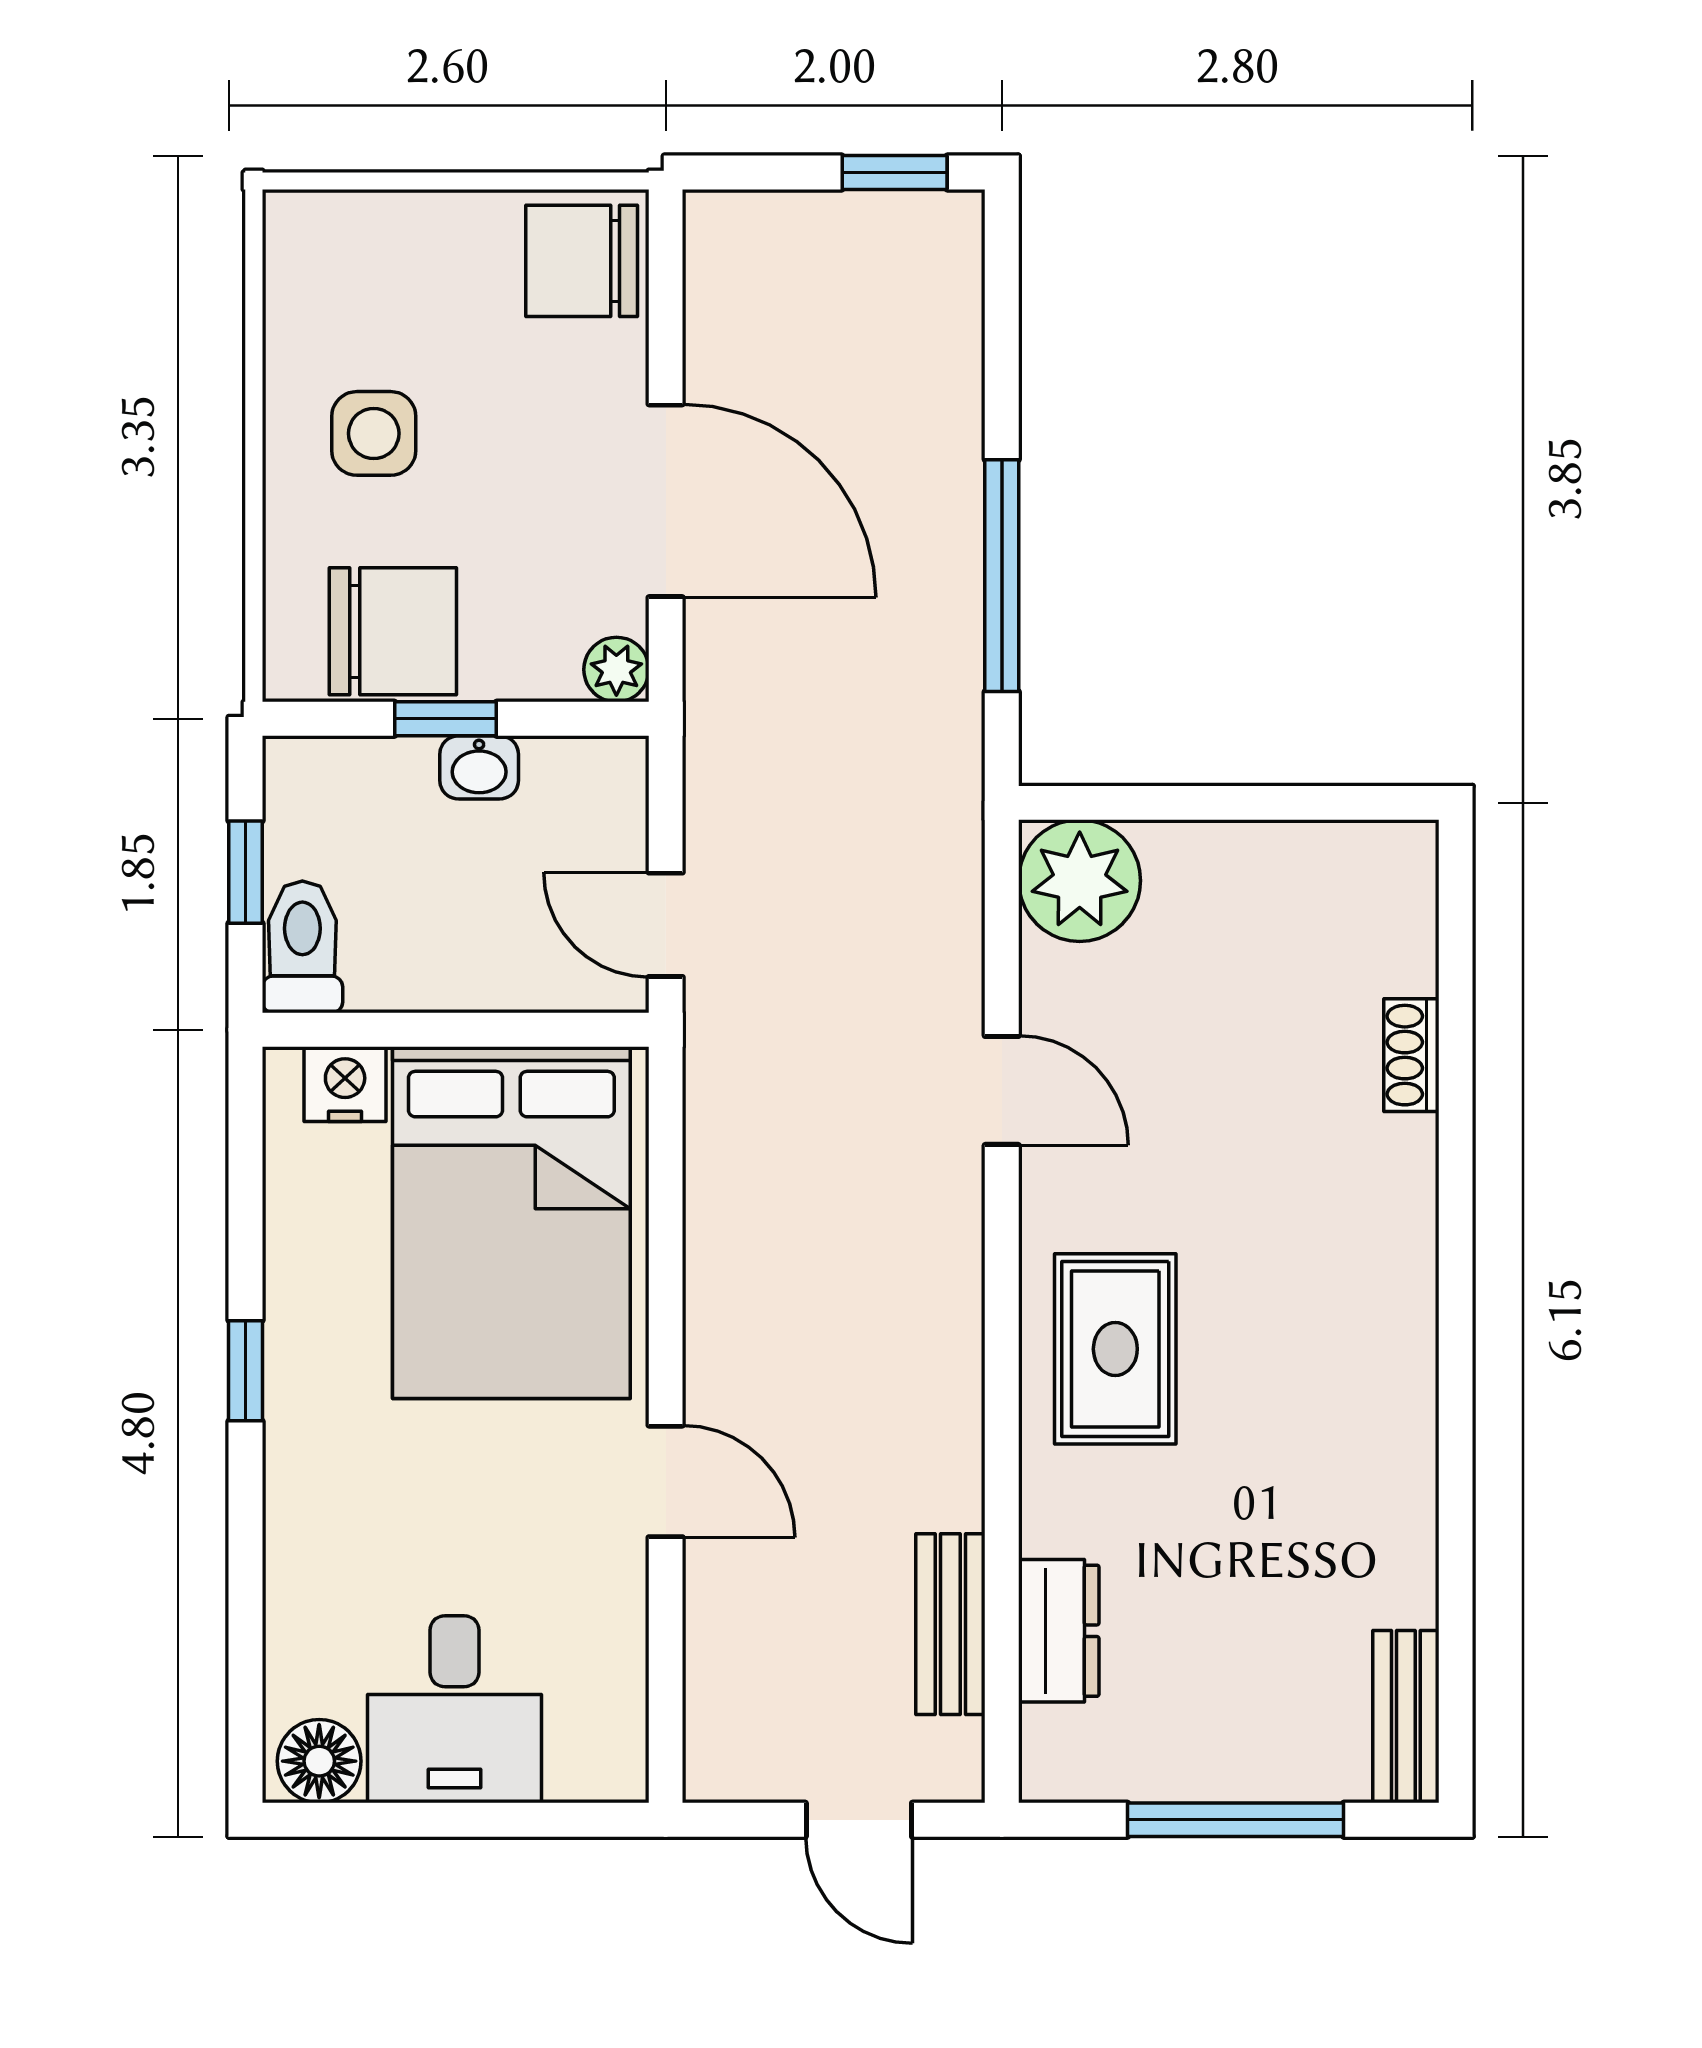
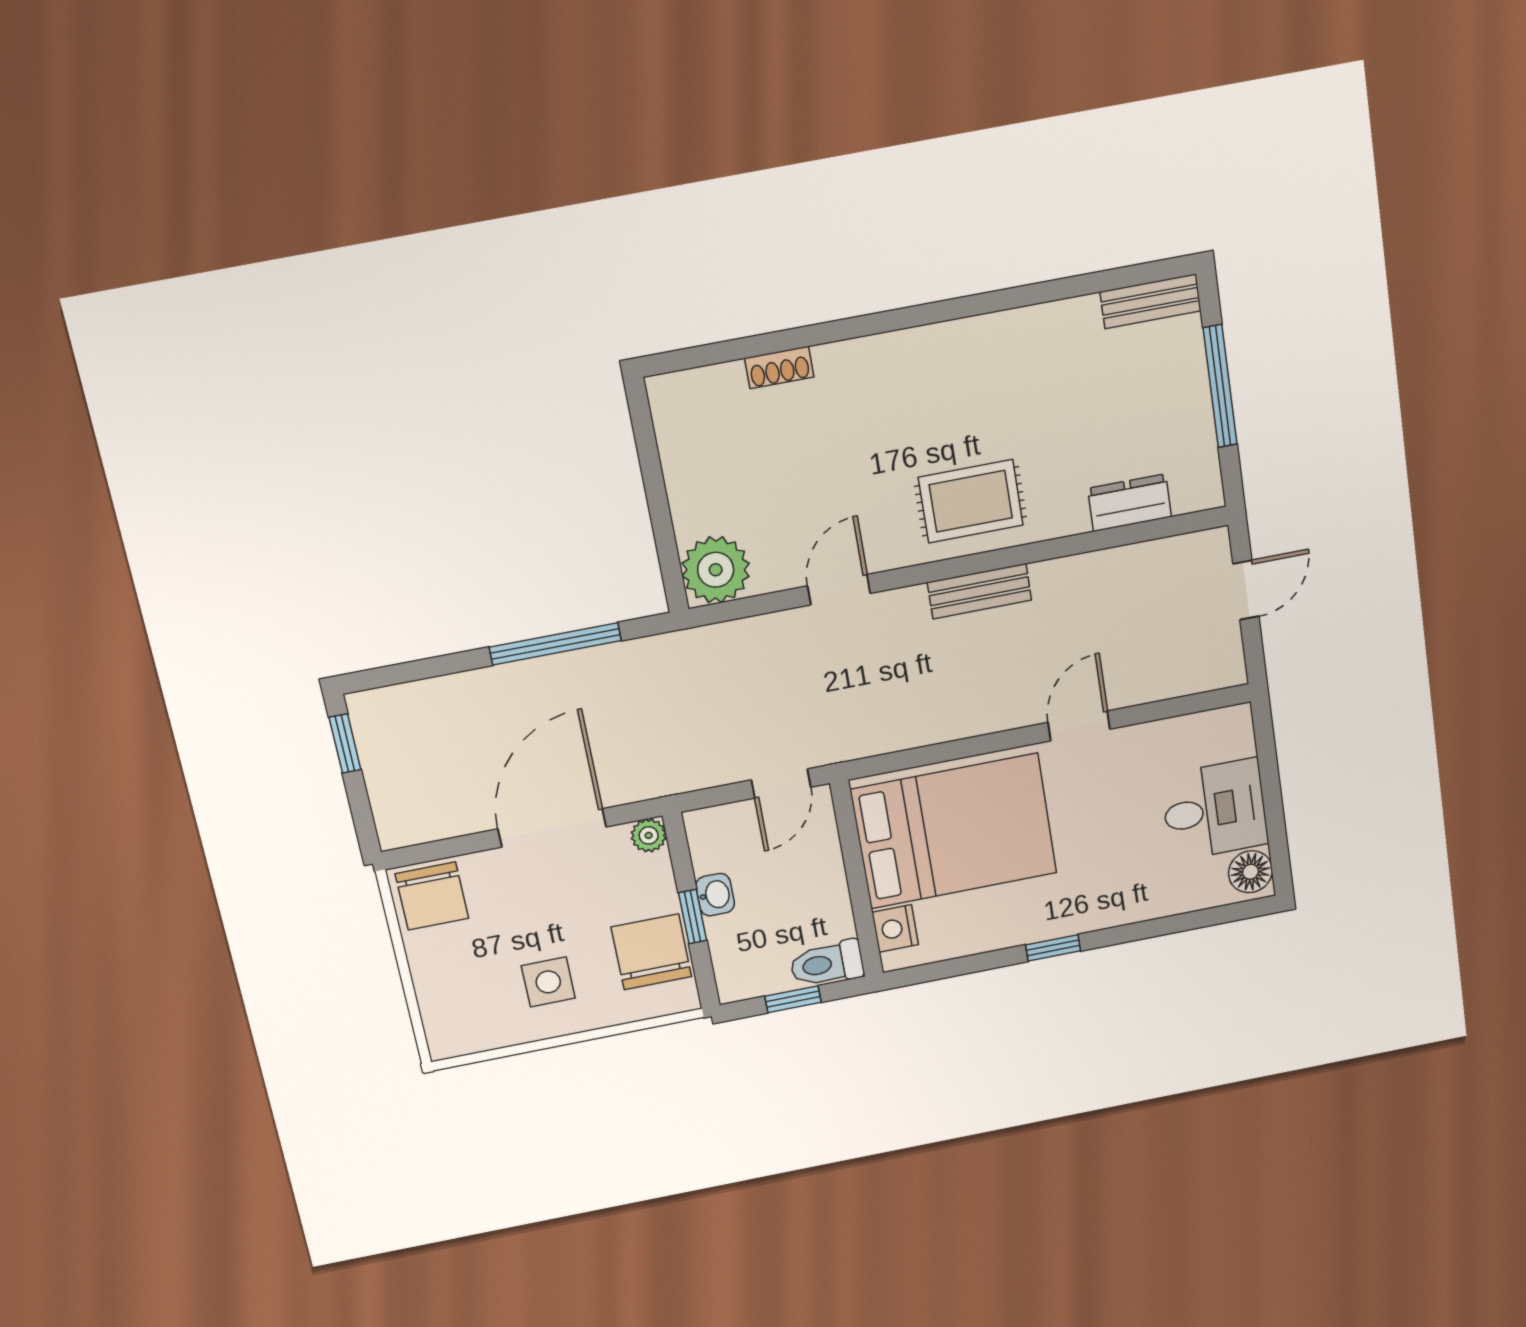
bench: (950, 1624) -> (979, 591), moved

